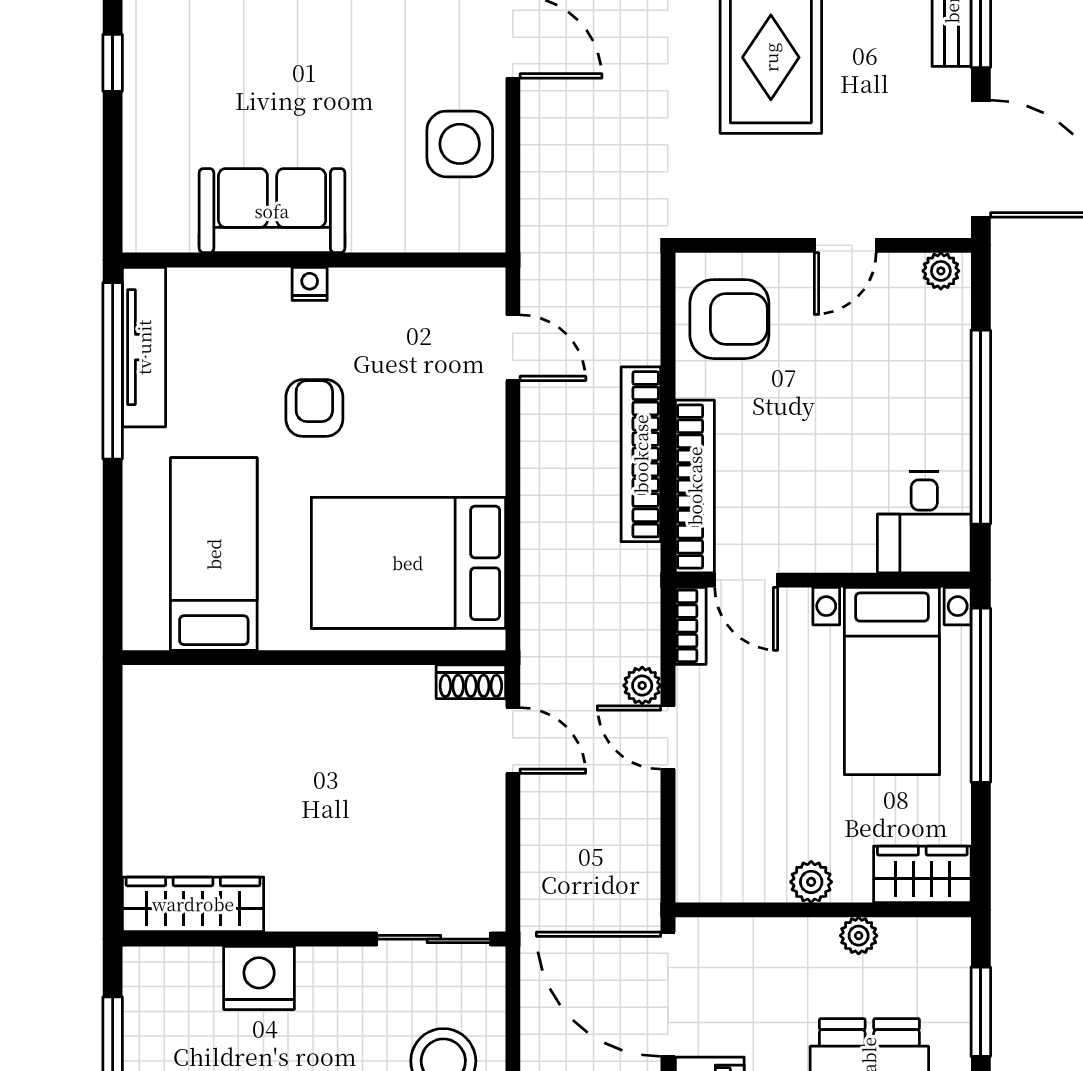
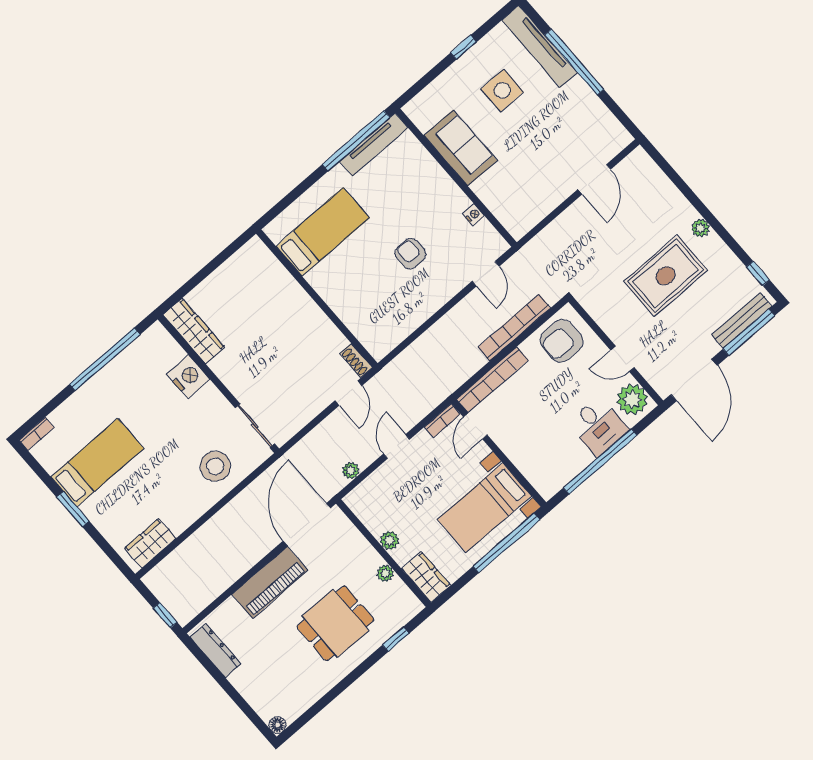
side table: (460, 144) -> (502, 90), moved
plant: (941, 271) -> (632, 399), width x1.88, depth x1.88
nightstand: (310, 284) -> (474, 215), moved
armchair: (729, 319) -> (562, 341), turned 90
armchair: (314, 408) -> (410, 254), moved, turned -90
bookcase: (641, 454) -> (514, 327), moved
desk: (924, 522) -> (598, 426), moved, turned -90
bed: (408, 563) -> (379, 303), removed
plant: (642, 685) -> (351, 471), moved
window: (981, 1012) -> (396, 639), width x0.67

